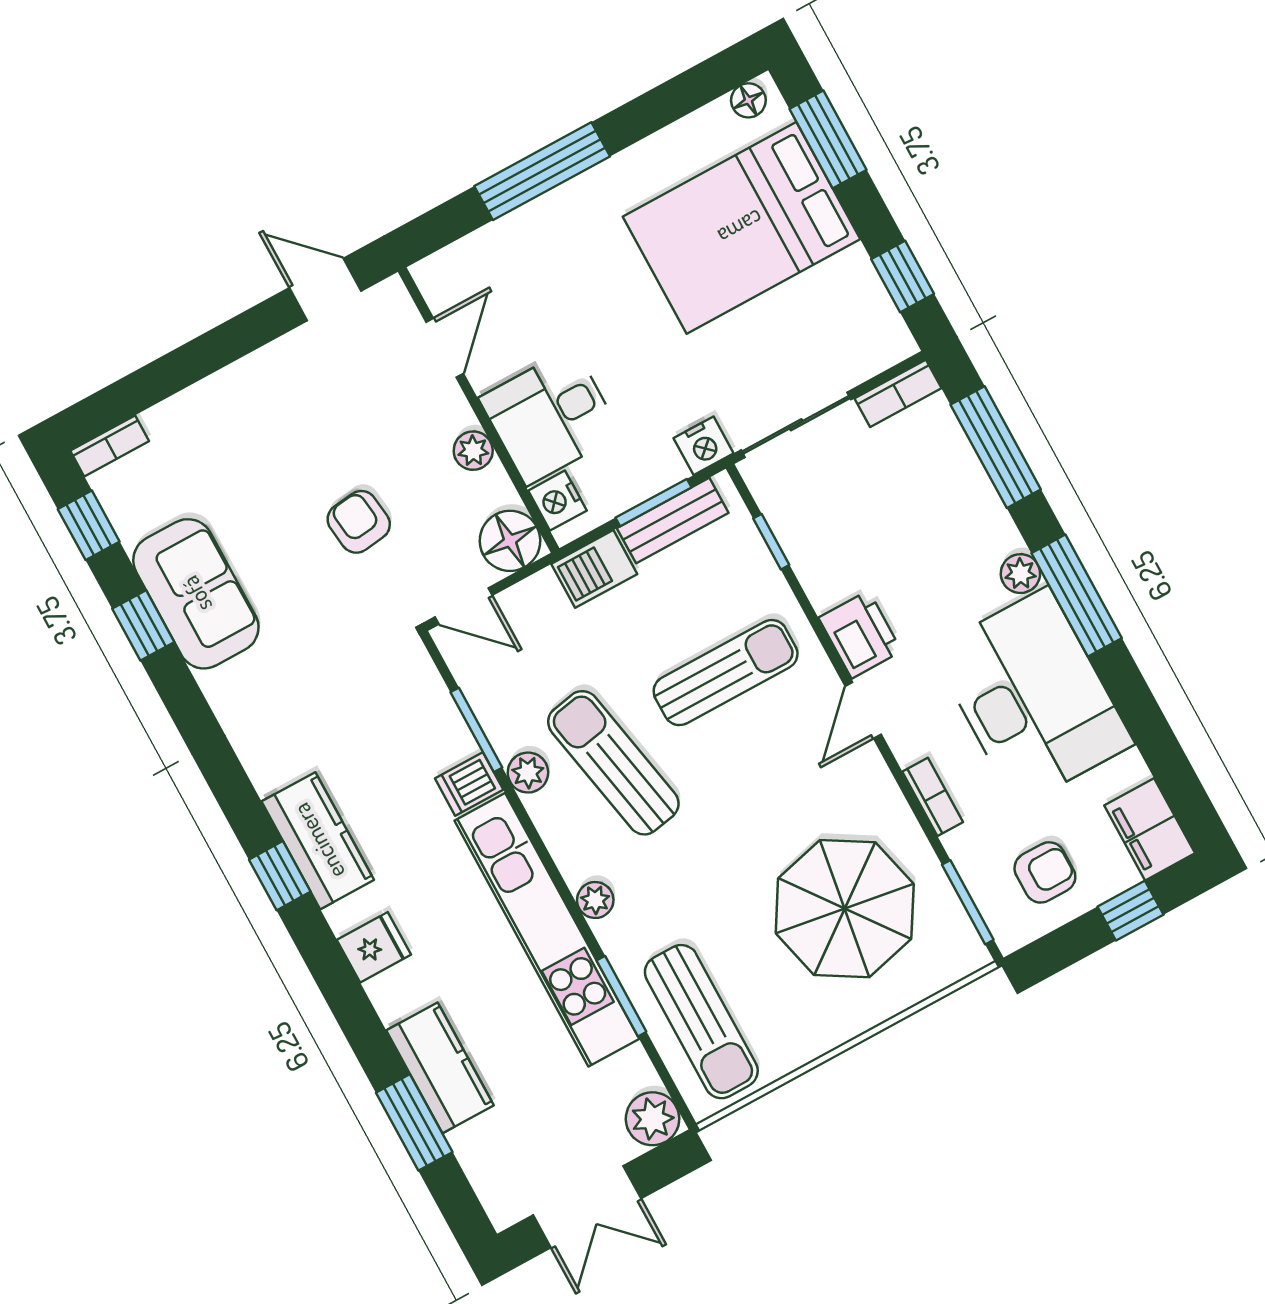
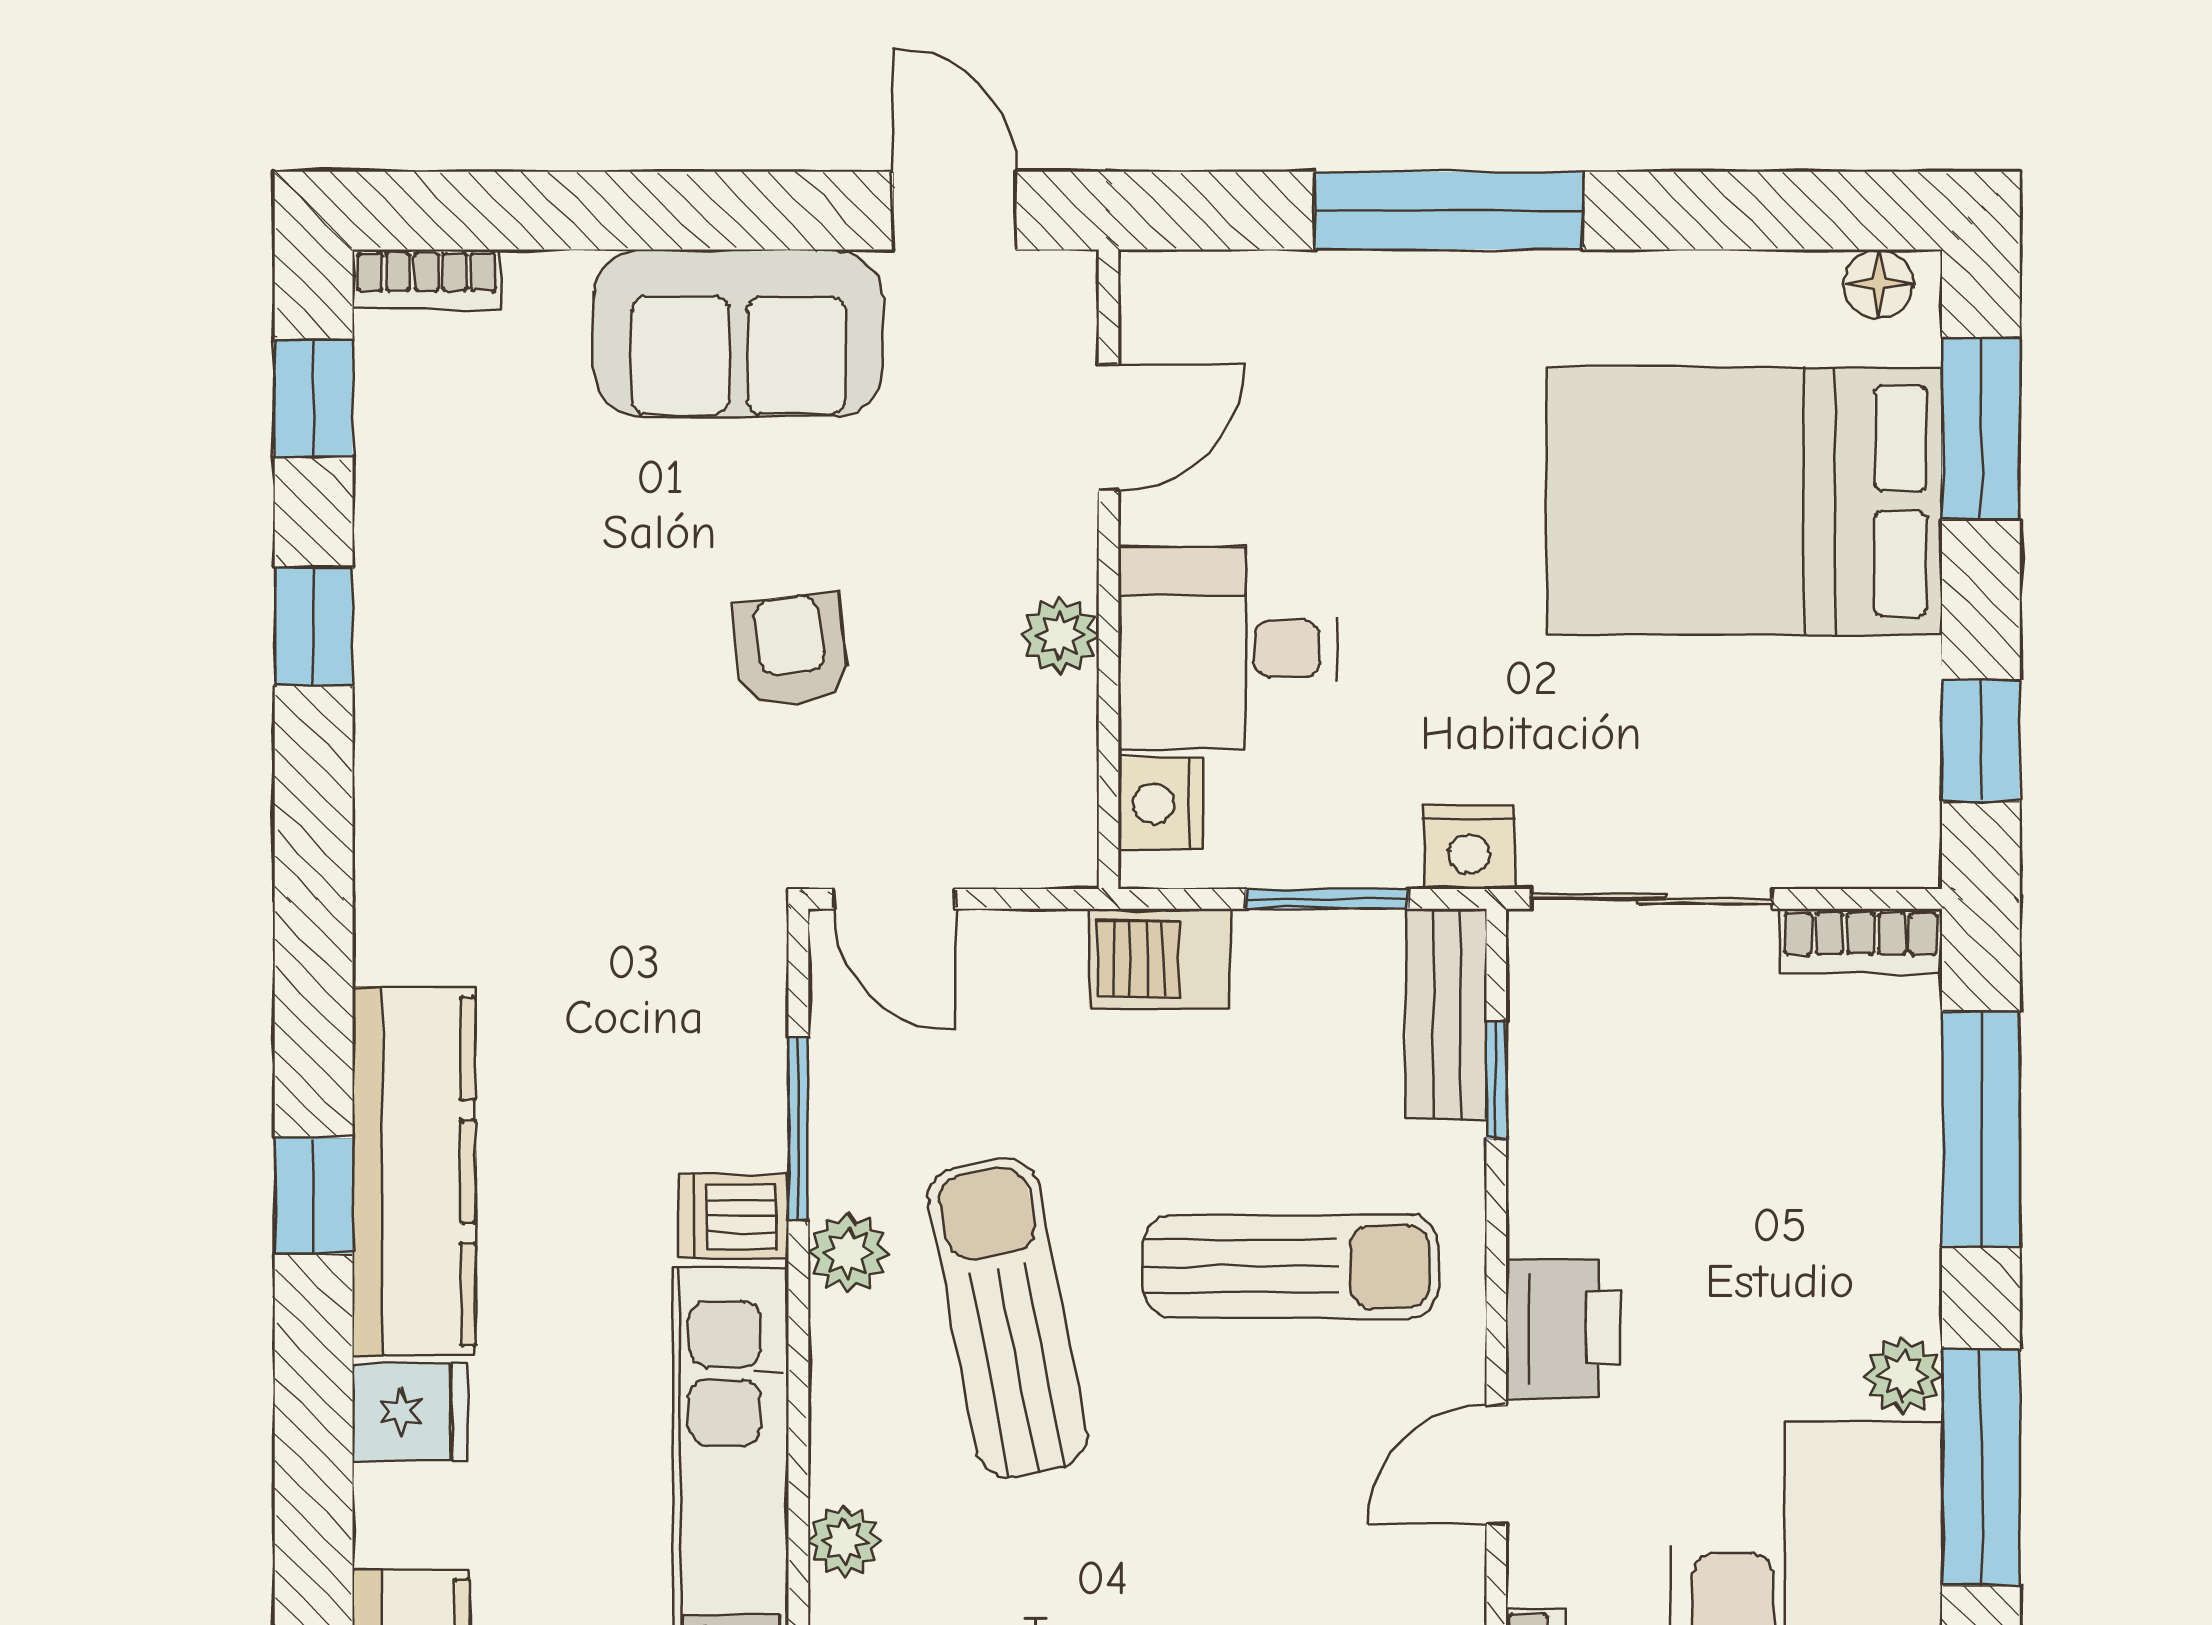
bench: (673, 521) -> (1446, 1014), moved, turned 90
floor lamp: (510, 541) -> (1038, 829), removed
sofa: (196, 594) -> (738, 333), moved, turned 90
kitchen counter: (318, 841) -> (414, 1171), width x1.50

